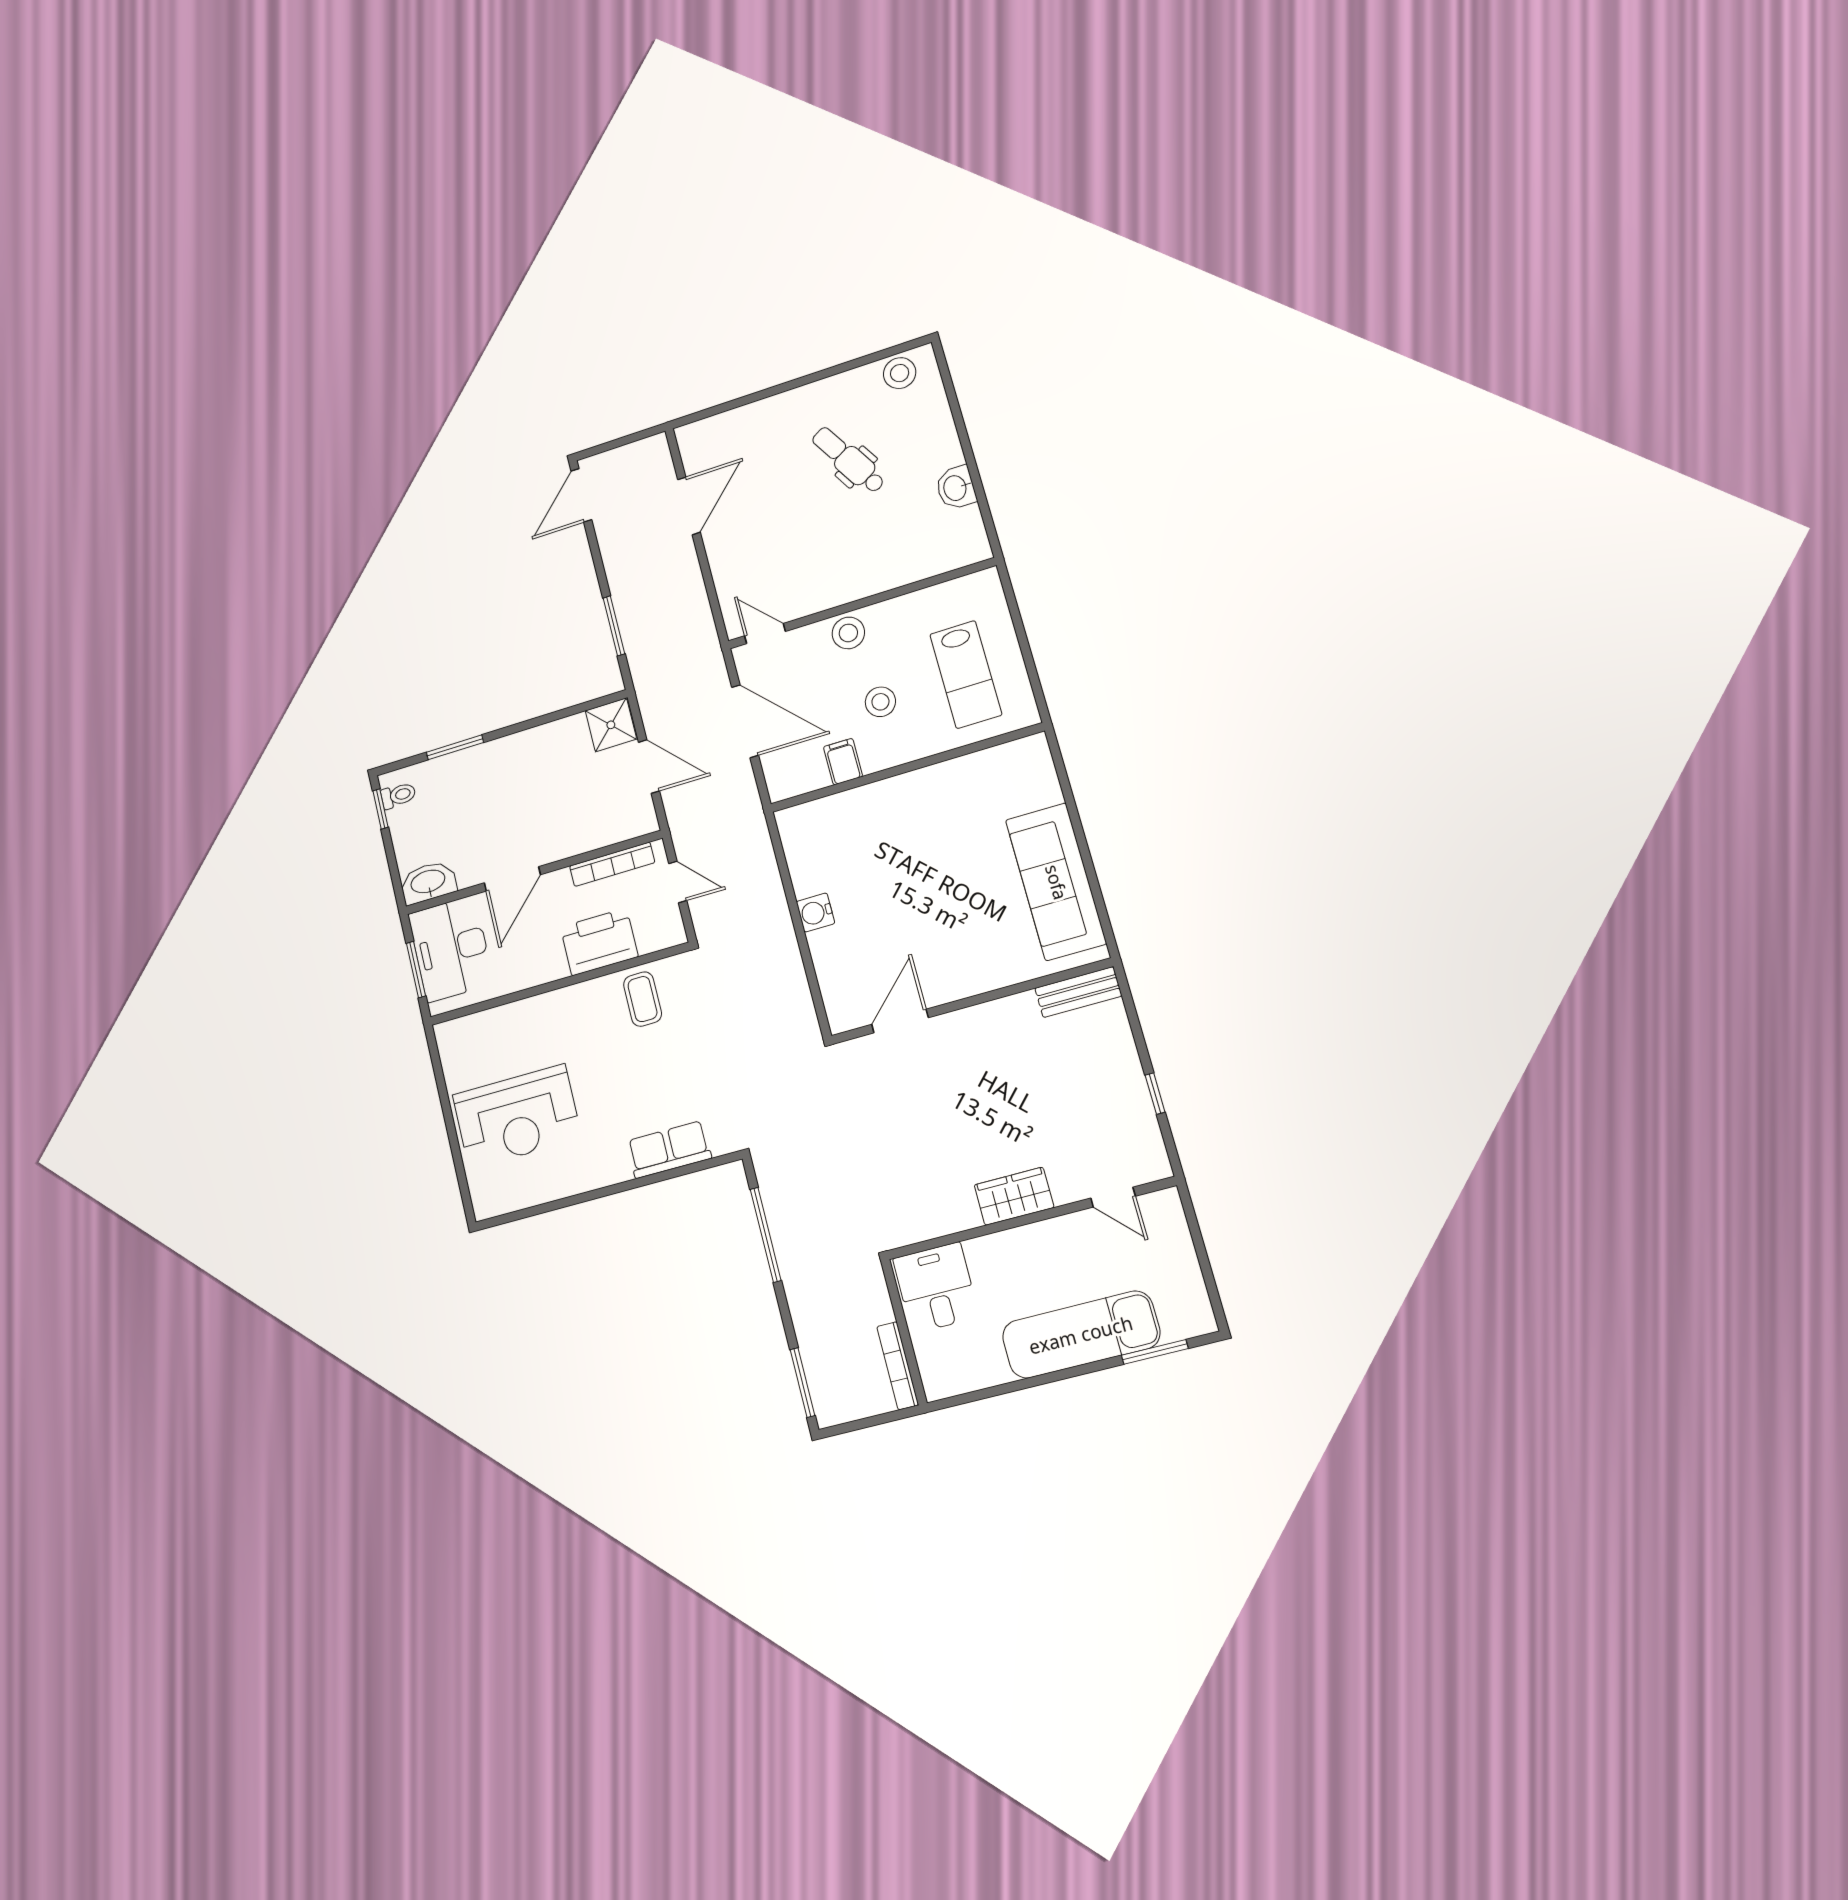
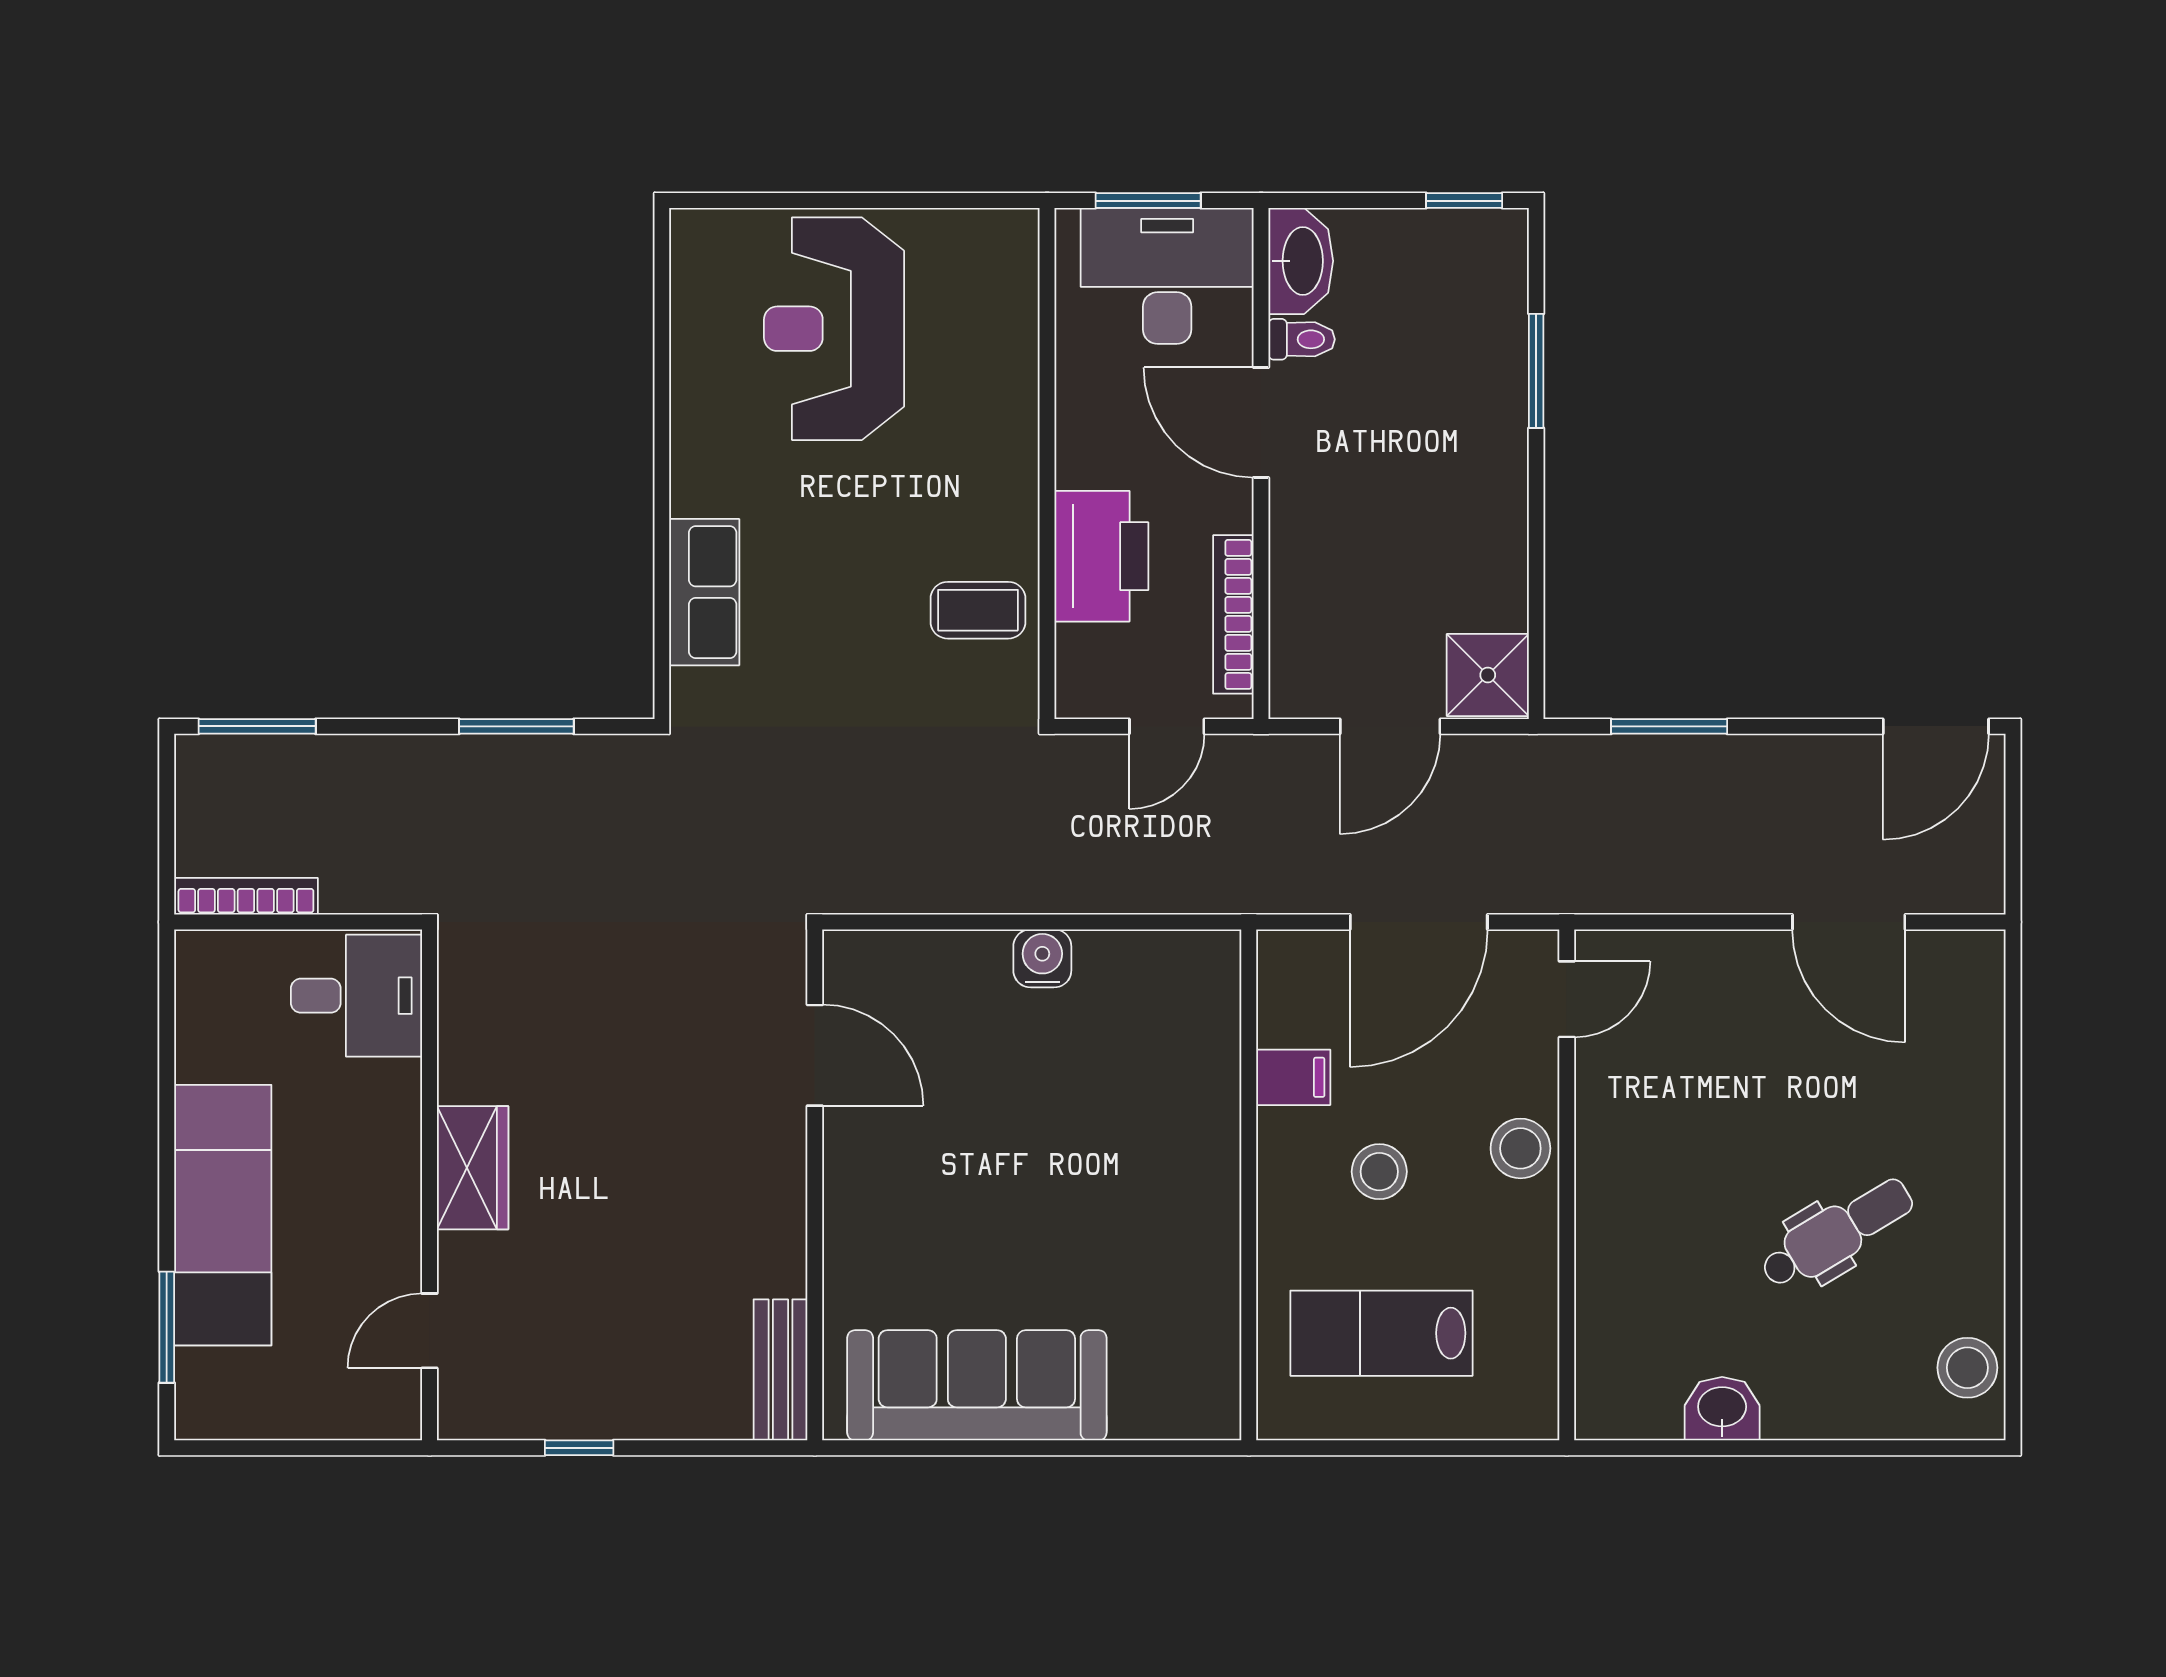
door: (581, 495) -> (1936, 726), swing flipped
toilet: (398, 795) -> (1302, 339), moved, turned -90
window: (766, 1235) -> (516, 726), width x0.69

